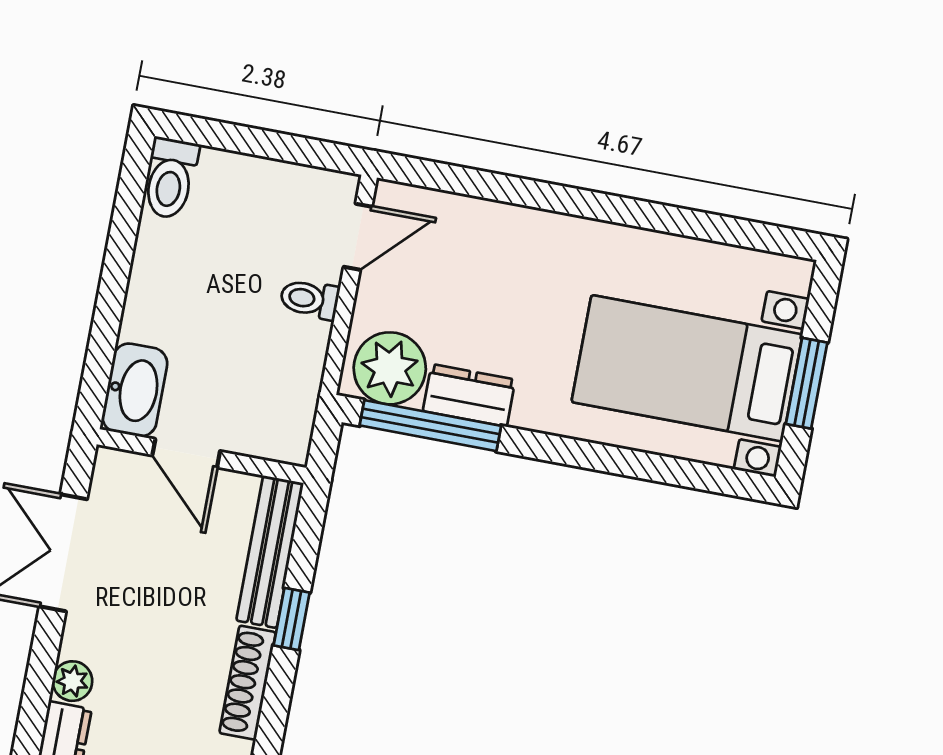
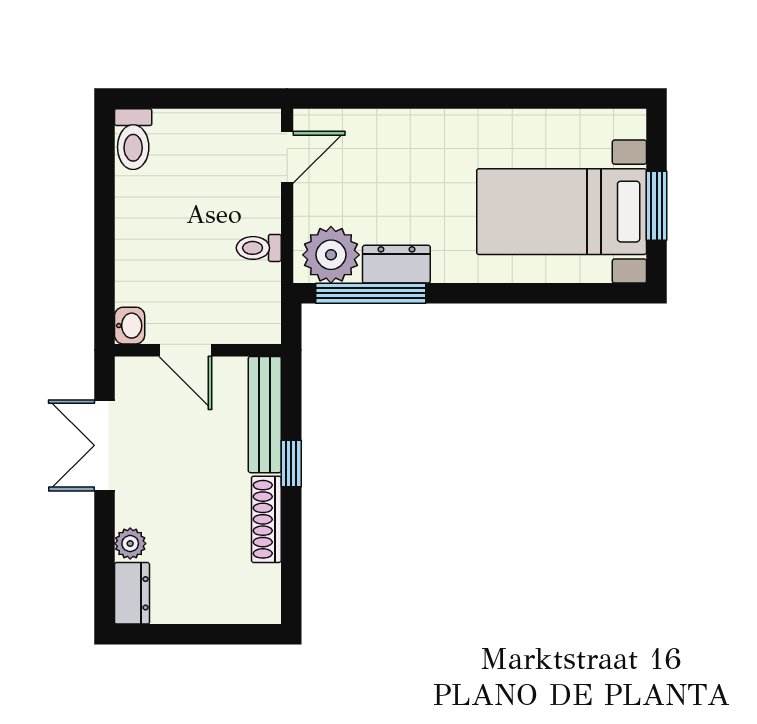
toilet: (310, 299) -> (259, 248), moved
washbasin: (135, 390) -> (130, 326), width x0.52, depth x0.69

